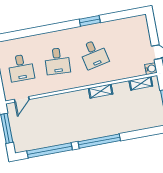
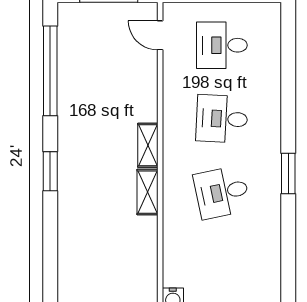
window: (90, 21) -> (288, 173), moved
shelving: (141, 83) -> (148, 145), moved
window: (99, 141) -> (50, 171), width x0.47

